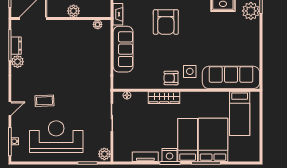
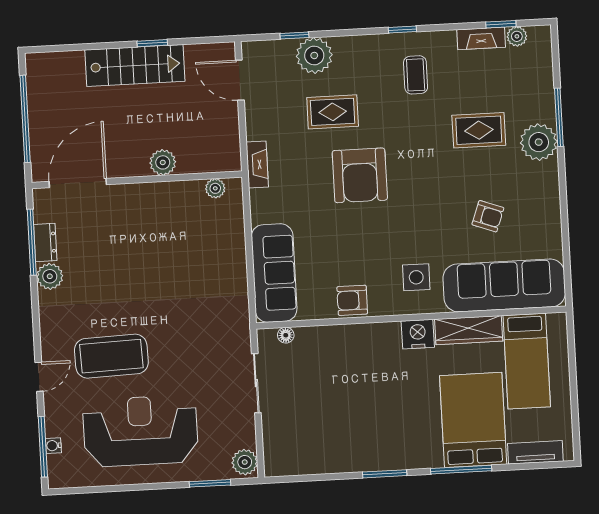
armchair: (225, 44) -> (488, 216), added
sofa: (123, 49) -> (274, 273), moved
armchair: (171, 78) -> (352, 300), moved
wardrobe: (164, 98) -> (469, 330), moved
coffee table: (44, 101) -> (111, 356), width x1.86, depth x1.72
bed: (188, 140) -> (419, 423), removed
nightstand: (170, 155) -> (418, 334), moved, turned 180
tv unit: (145, 157) -> (535, 452), moved

